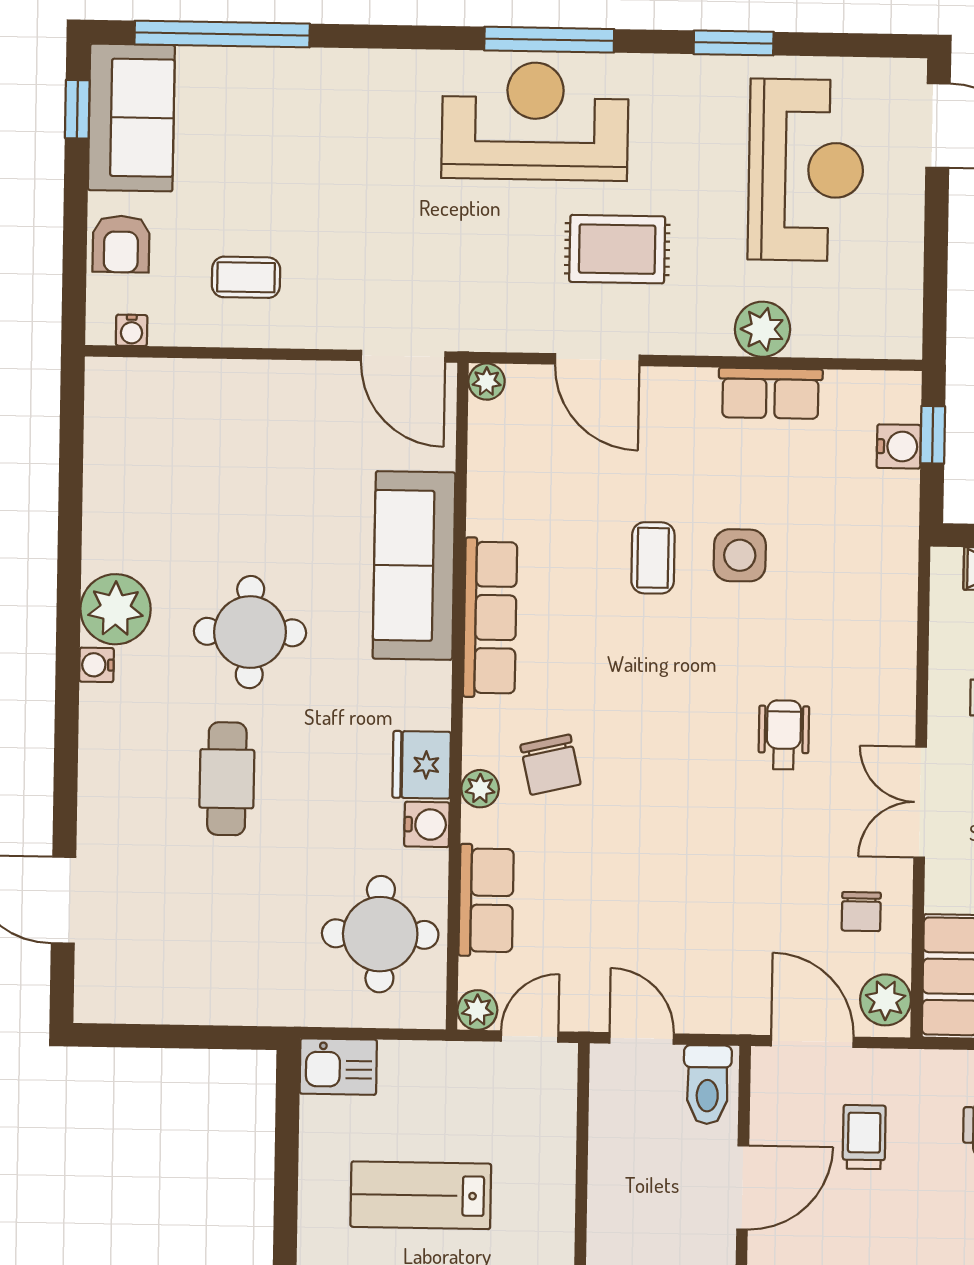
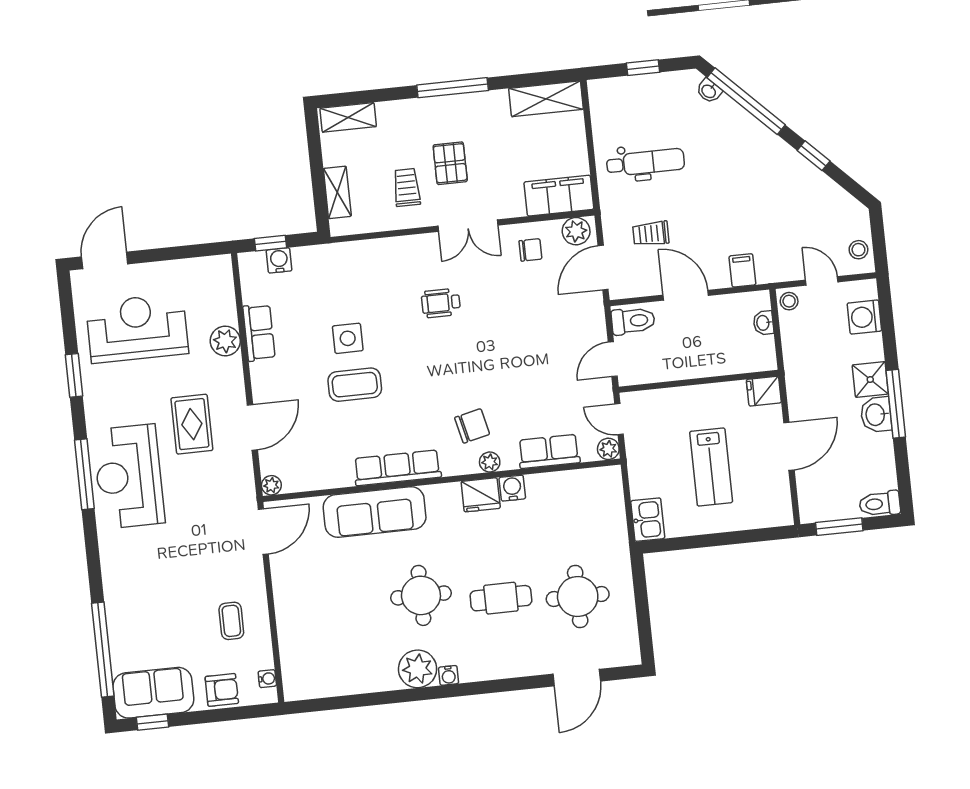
coffee table: (653, 558) -> (355, 385), width x1.36, depth x1.30
round table: (380, 934) -> (578, 597), moved

